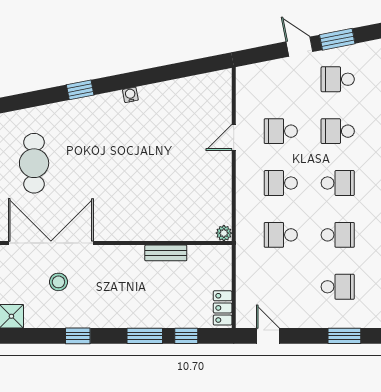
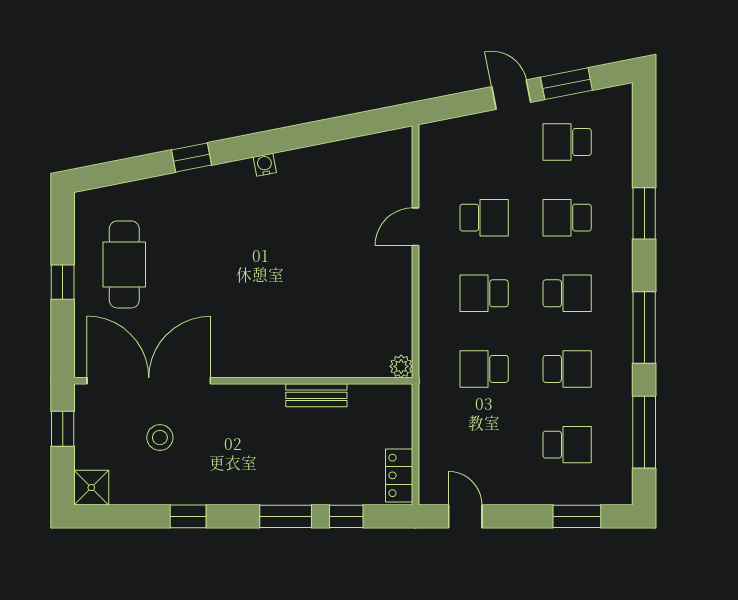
school desk: (281, 131) -> (484, 218), turned 180

